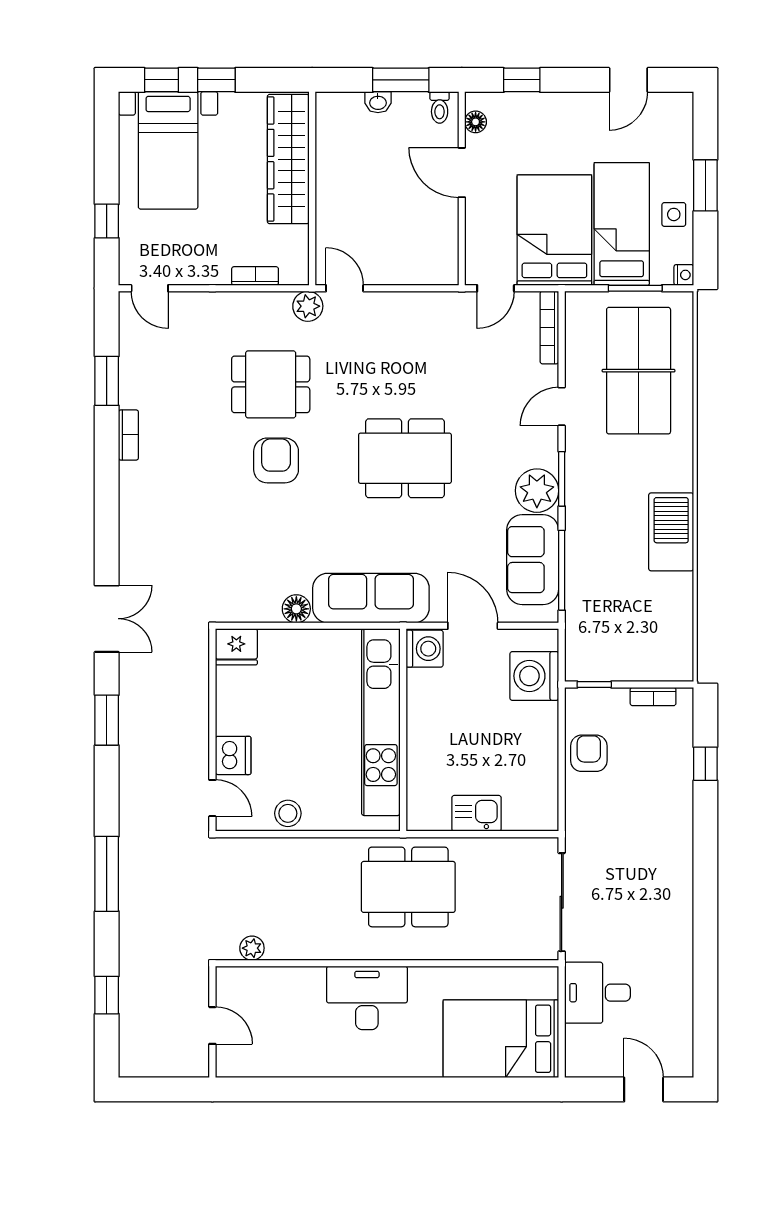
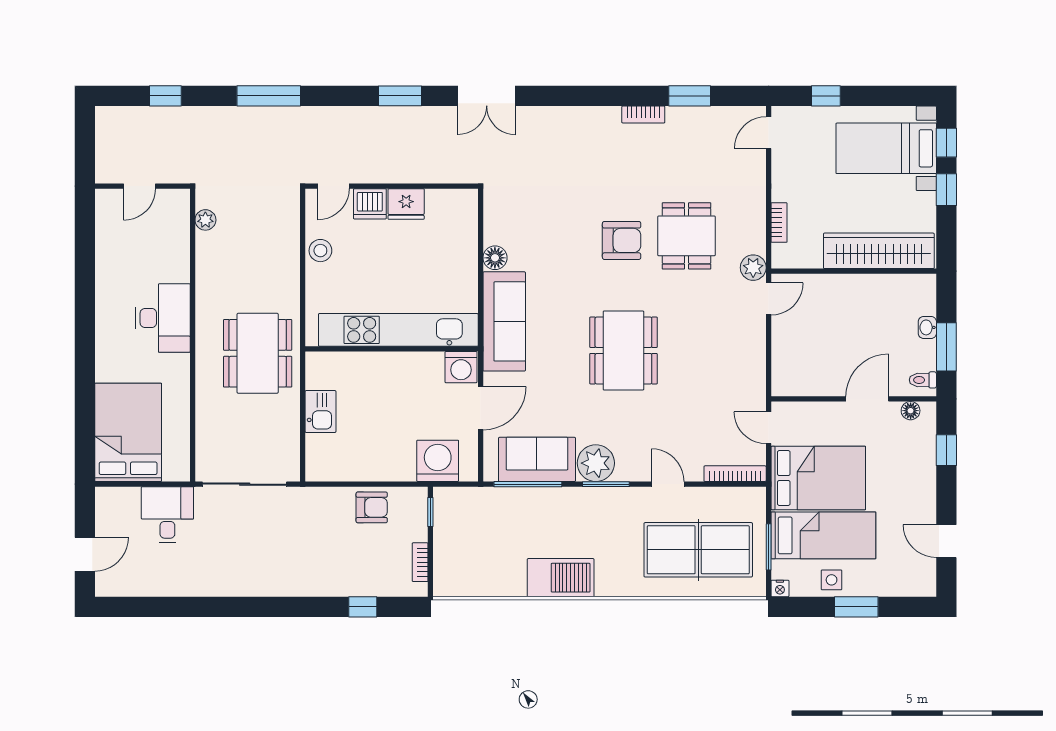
fridge: (236, 647) -> (406, 204), moved, turned -90

